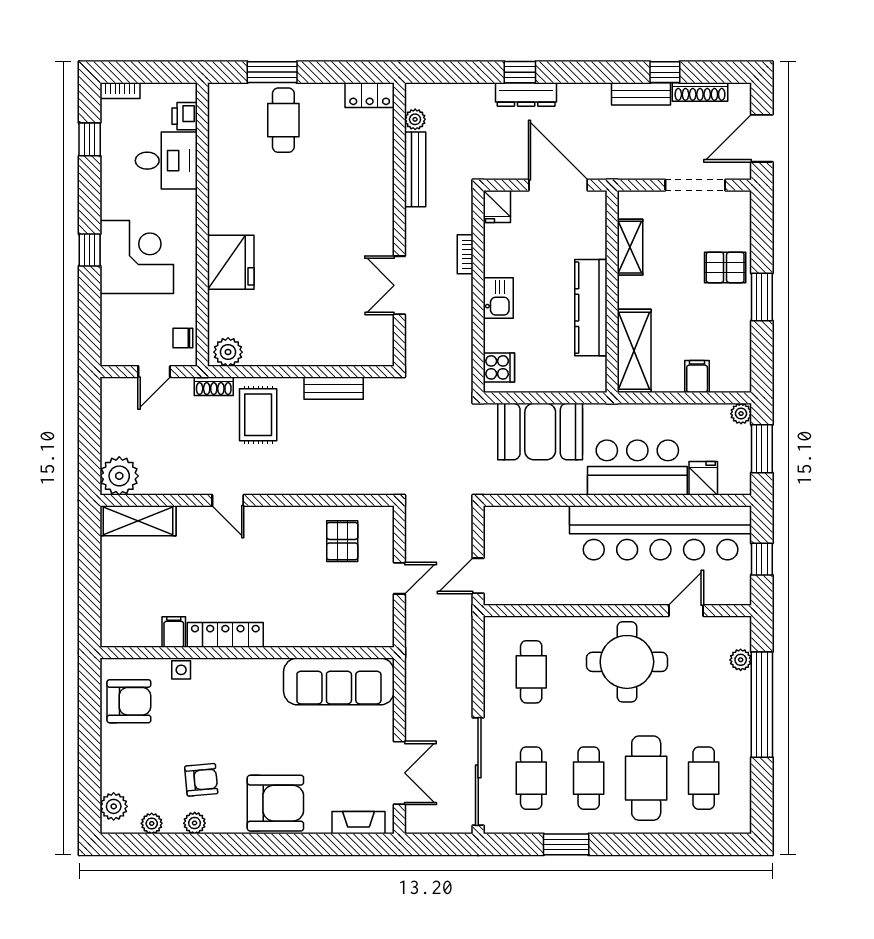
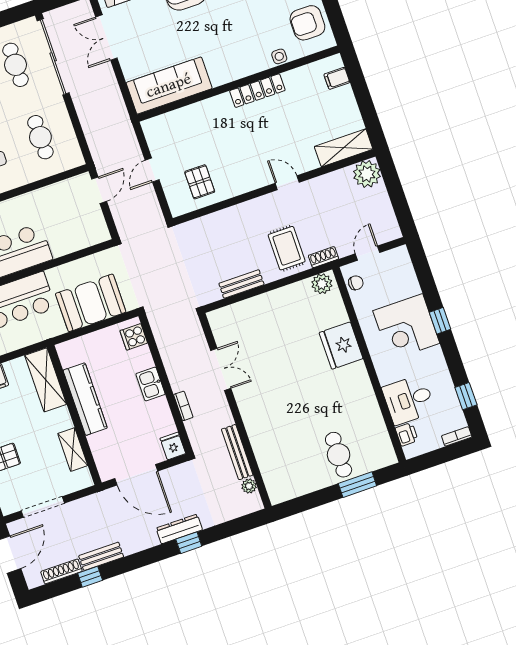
locker: (370, 95) -> (286, 492), removed
filing cabinet: (174, 632) -> (337, 78), moved, turned 90

